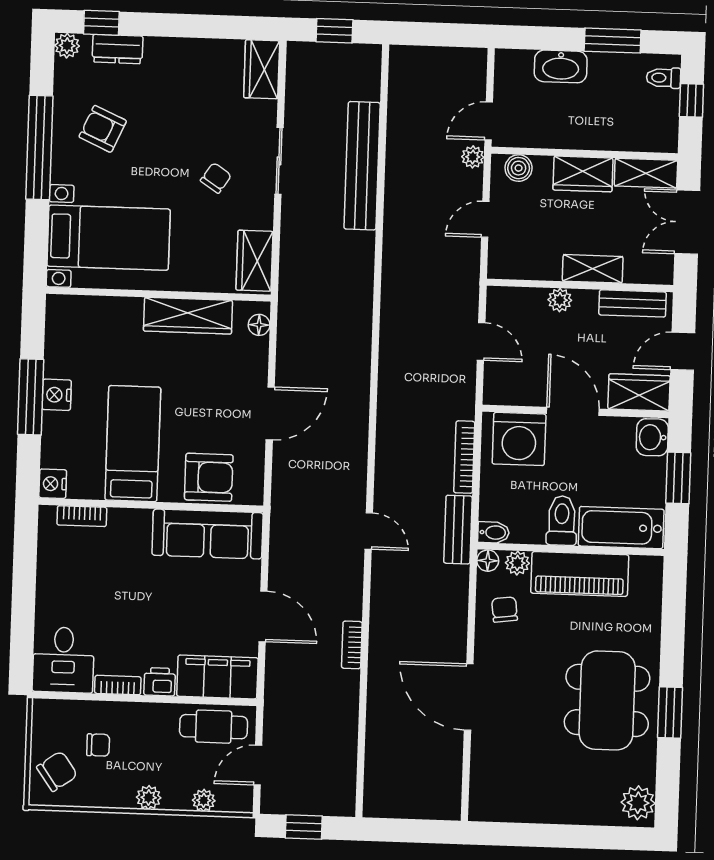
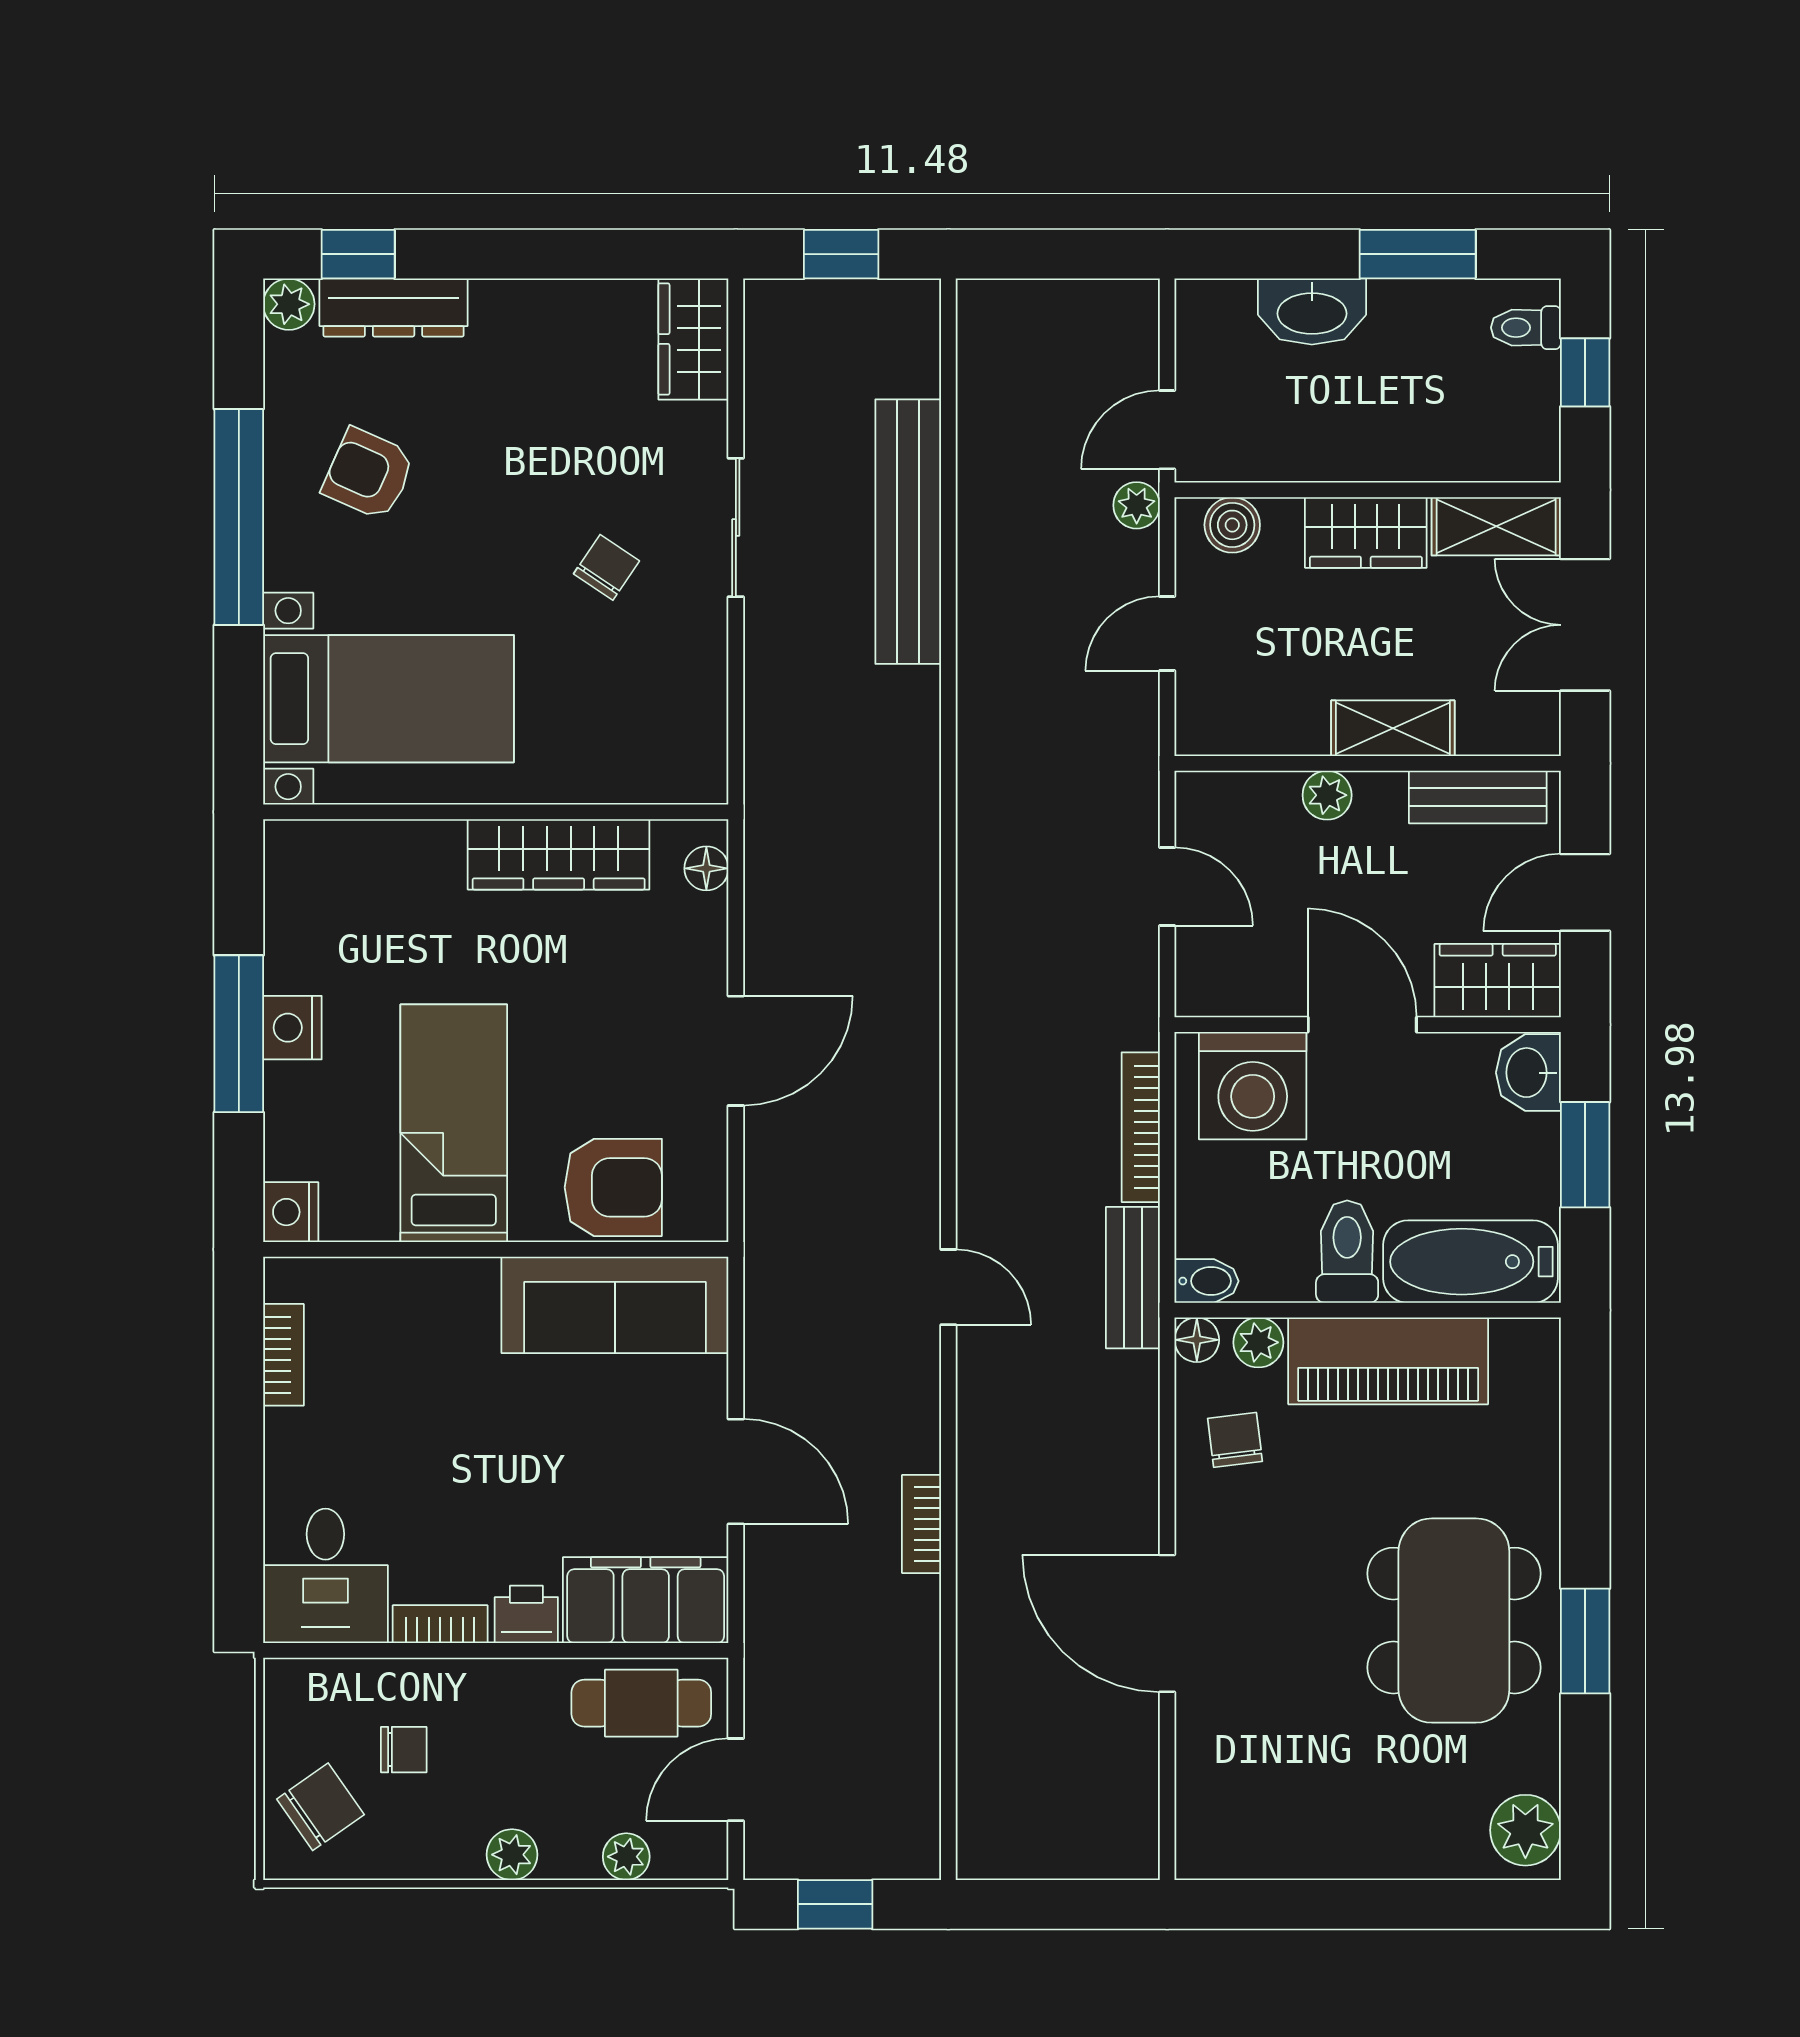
dresser: (118, 49) -> (394, 308), width x1.44
wardrobe: (255, 261) -> (692, 736), removed
bookcase: (82, 516) -> (283, 1355), moved, turned -90

